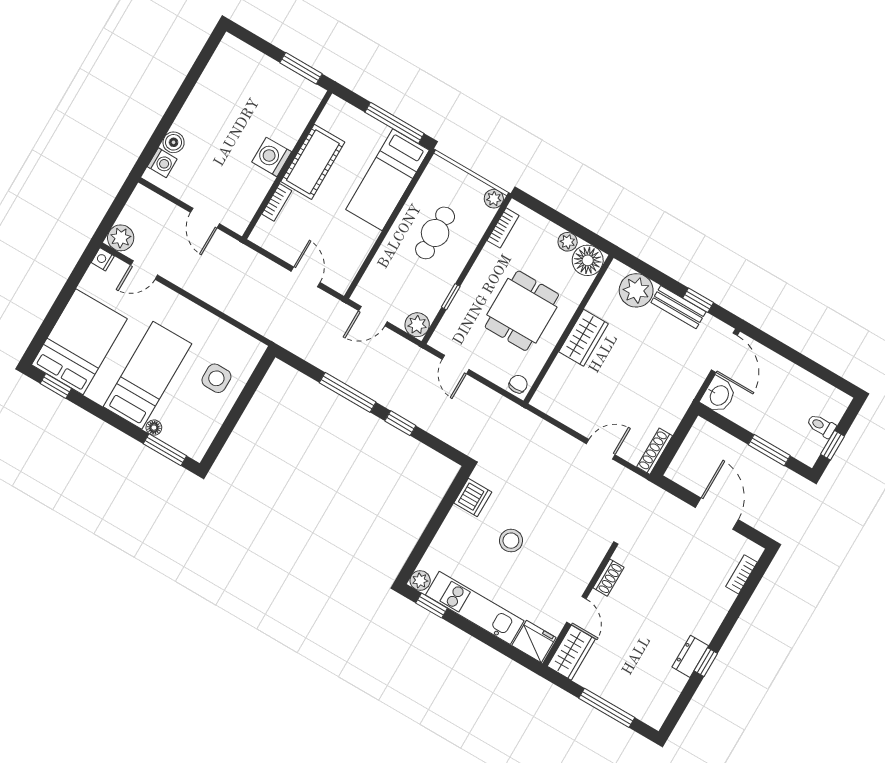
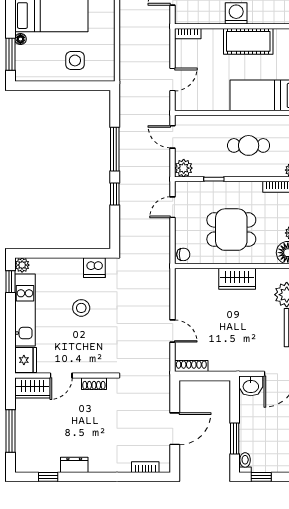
bookcase: (277, 202) -> (188, 34), moved
toilet: (821, 426) -> (245, 463), moved
window: (706, 662) -> (48, 477), moved

